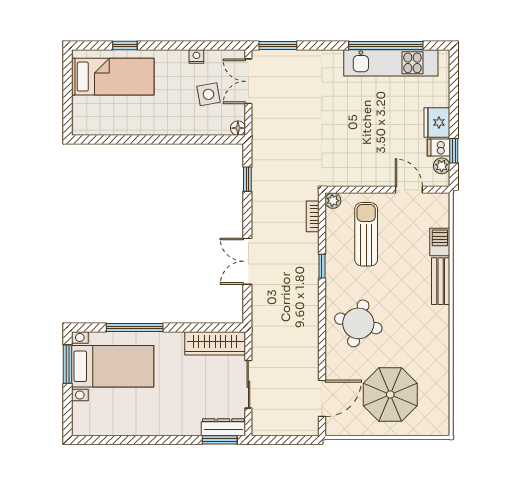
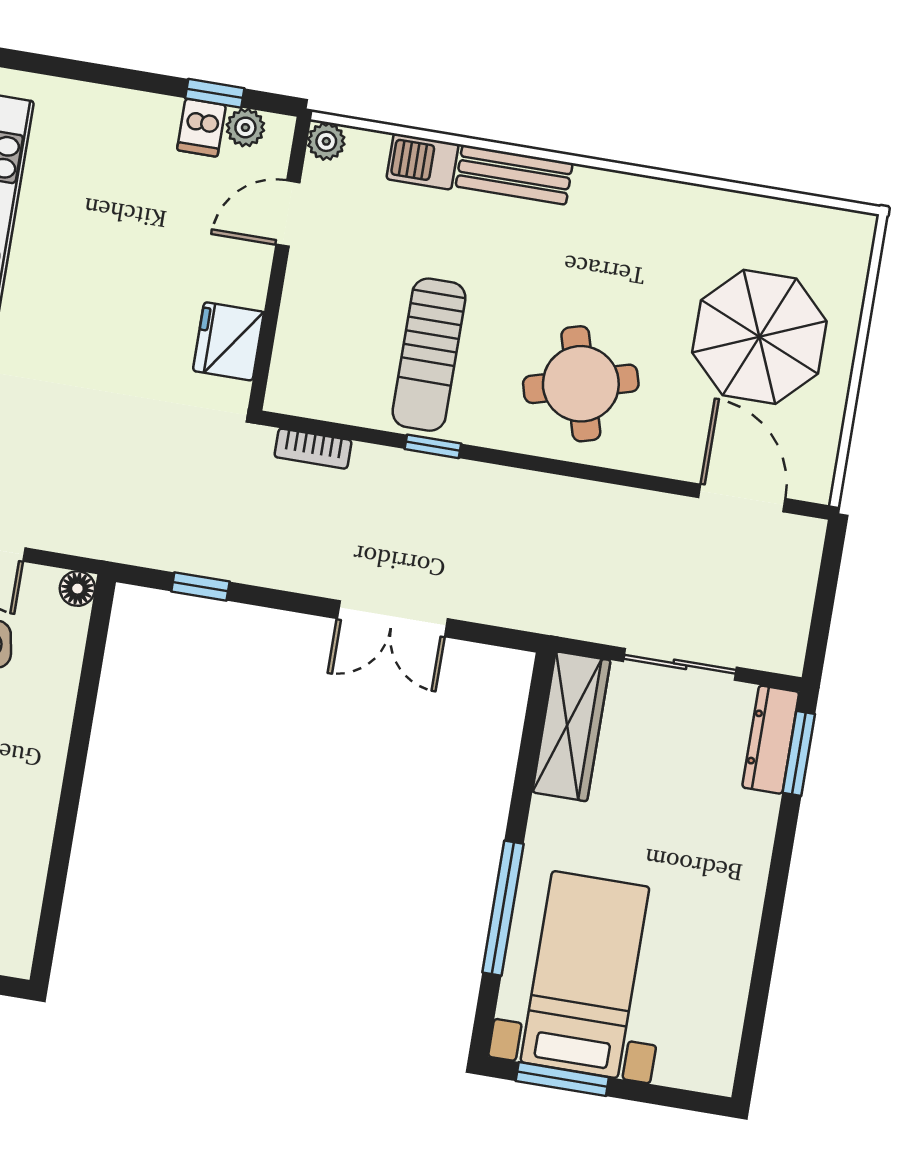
fridge: (437, 122) -> (228, 341), moved, turned 90
plant: (333, 201) -> (326, 141), moved
sun lounger: (366, 234) -> (429, 355), moved, turned -90
round table: (358, 323) -> (581, 384), turned -31

